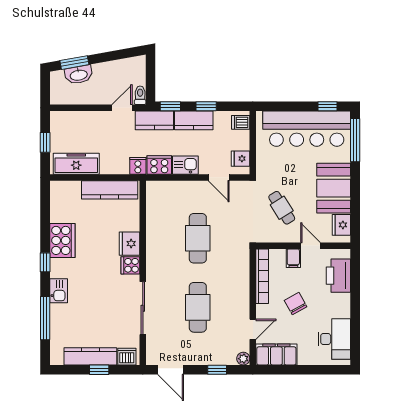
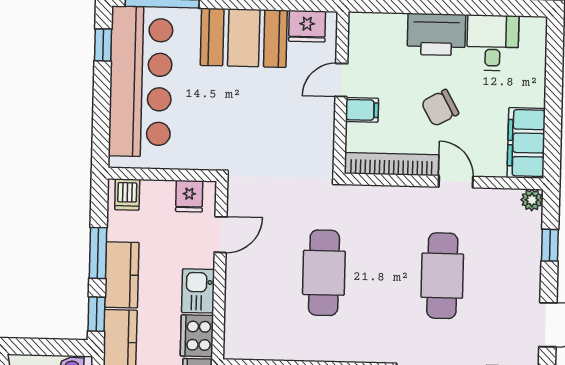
window: (206, 106) -> (98, 253), width x1.50
cafe table: (282, 208) -> (275, 128), removed
cafe table: (198, 238) -> (324, 273), turned 90
printer: (338, 276) -> (436, 34), moved
cafe table: (198, 307) -> (442, 276), turned 90
door: (253, 329) -> (456, 182), moved
desk: (334, 339) -> (493, 43), width x0.73

